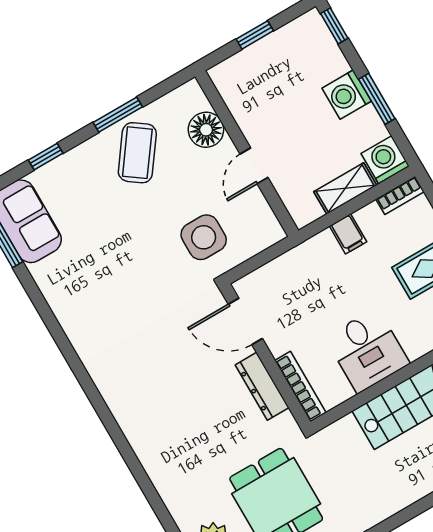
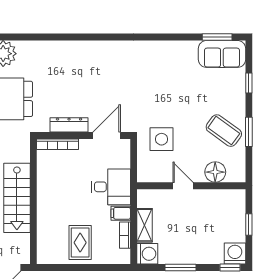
washing machine: (347, 95) -> (235, 254), moved
bookcase: (400, 195) -> (125, 235), moved
desk: (367, 350) -> (111, 187), moved, turned 180

